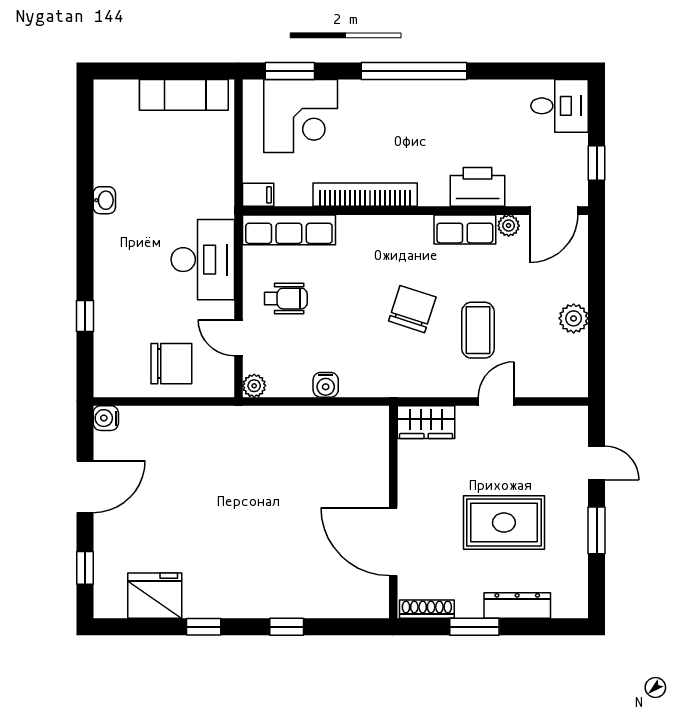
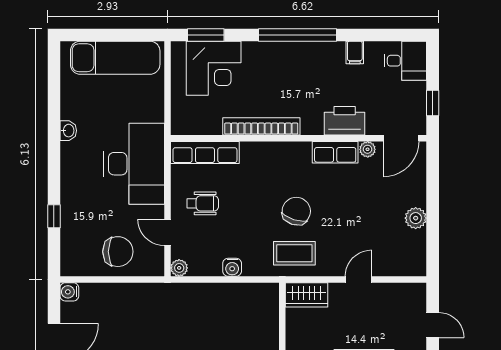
exam couch: (184, 95) -> (115, 58), width x1.36, depth x1.45
filing cabinet: (258, 195) -> (355, 53), moved, turned 90
desk: (203, 260) -> (134, 164), width x1.36, depth x1.30
coffee table: (478, 330) -> (294, 253), moved, turned 90

